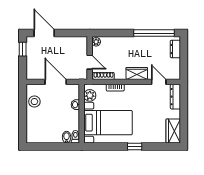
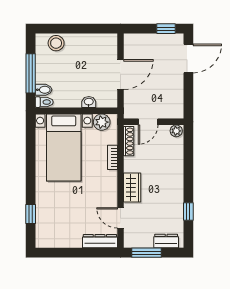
window: (154, 33) -> (188, 211), width x0.32
window: (184, 63) -> (146, 253), added
door: (159, 82) -> (120, 218), swing flipped
stool: (34, 102) -> (56, 43), moved
wardrobe: (173, 131) -> (52, 238), removed
window: (55, 146) -> (31, 73), added
window: (135, 146) -> (31, 214), moved

